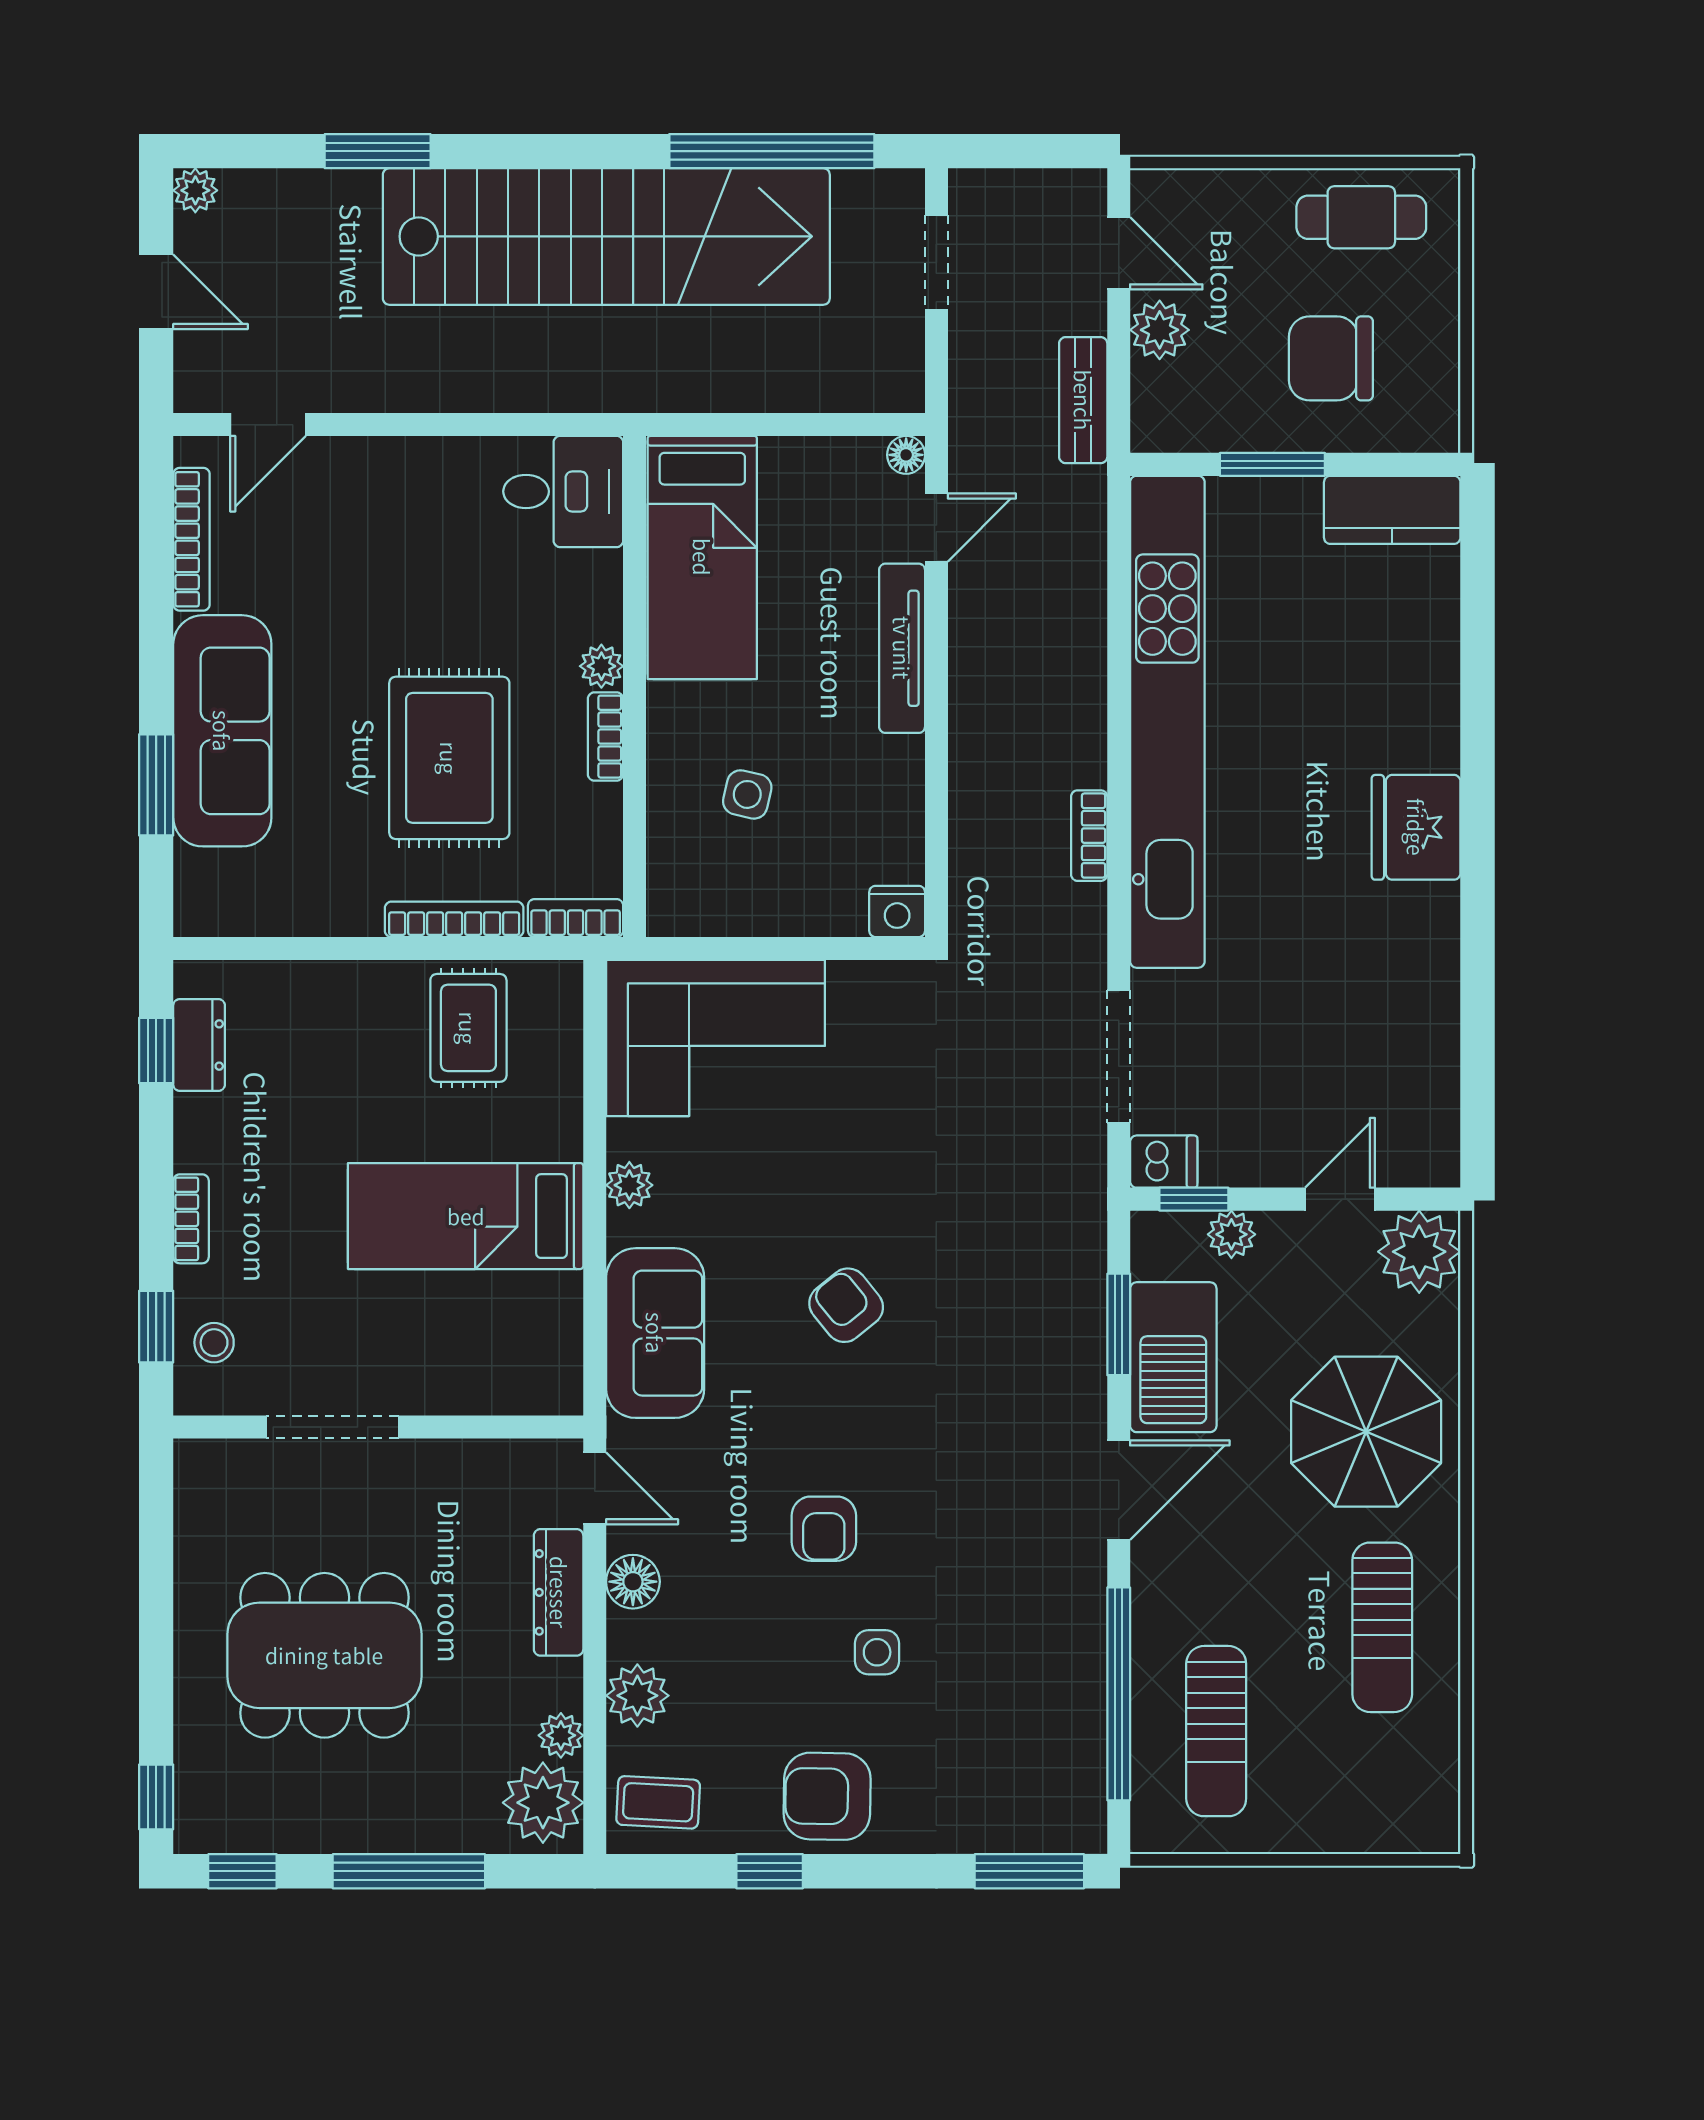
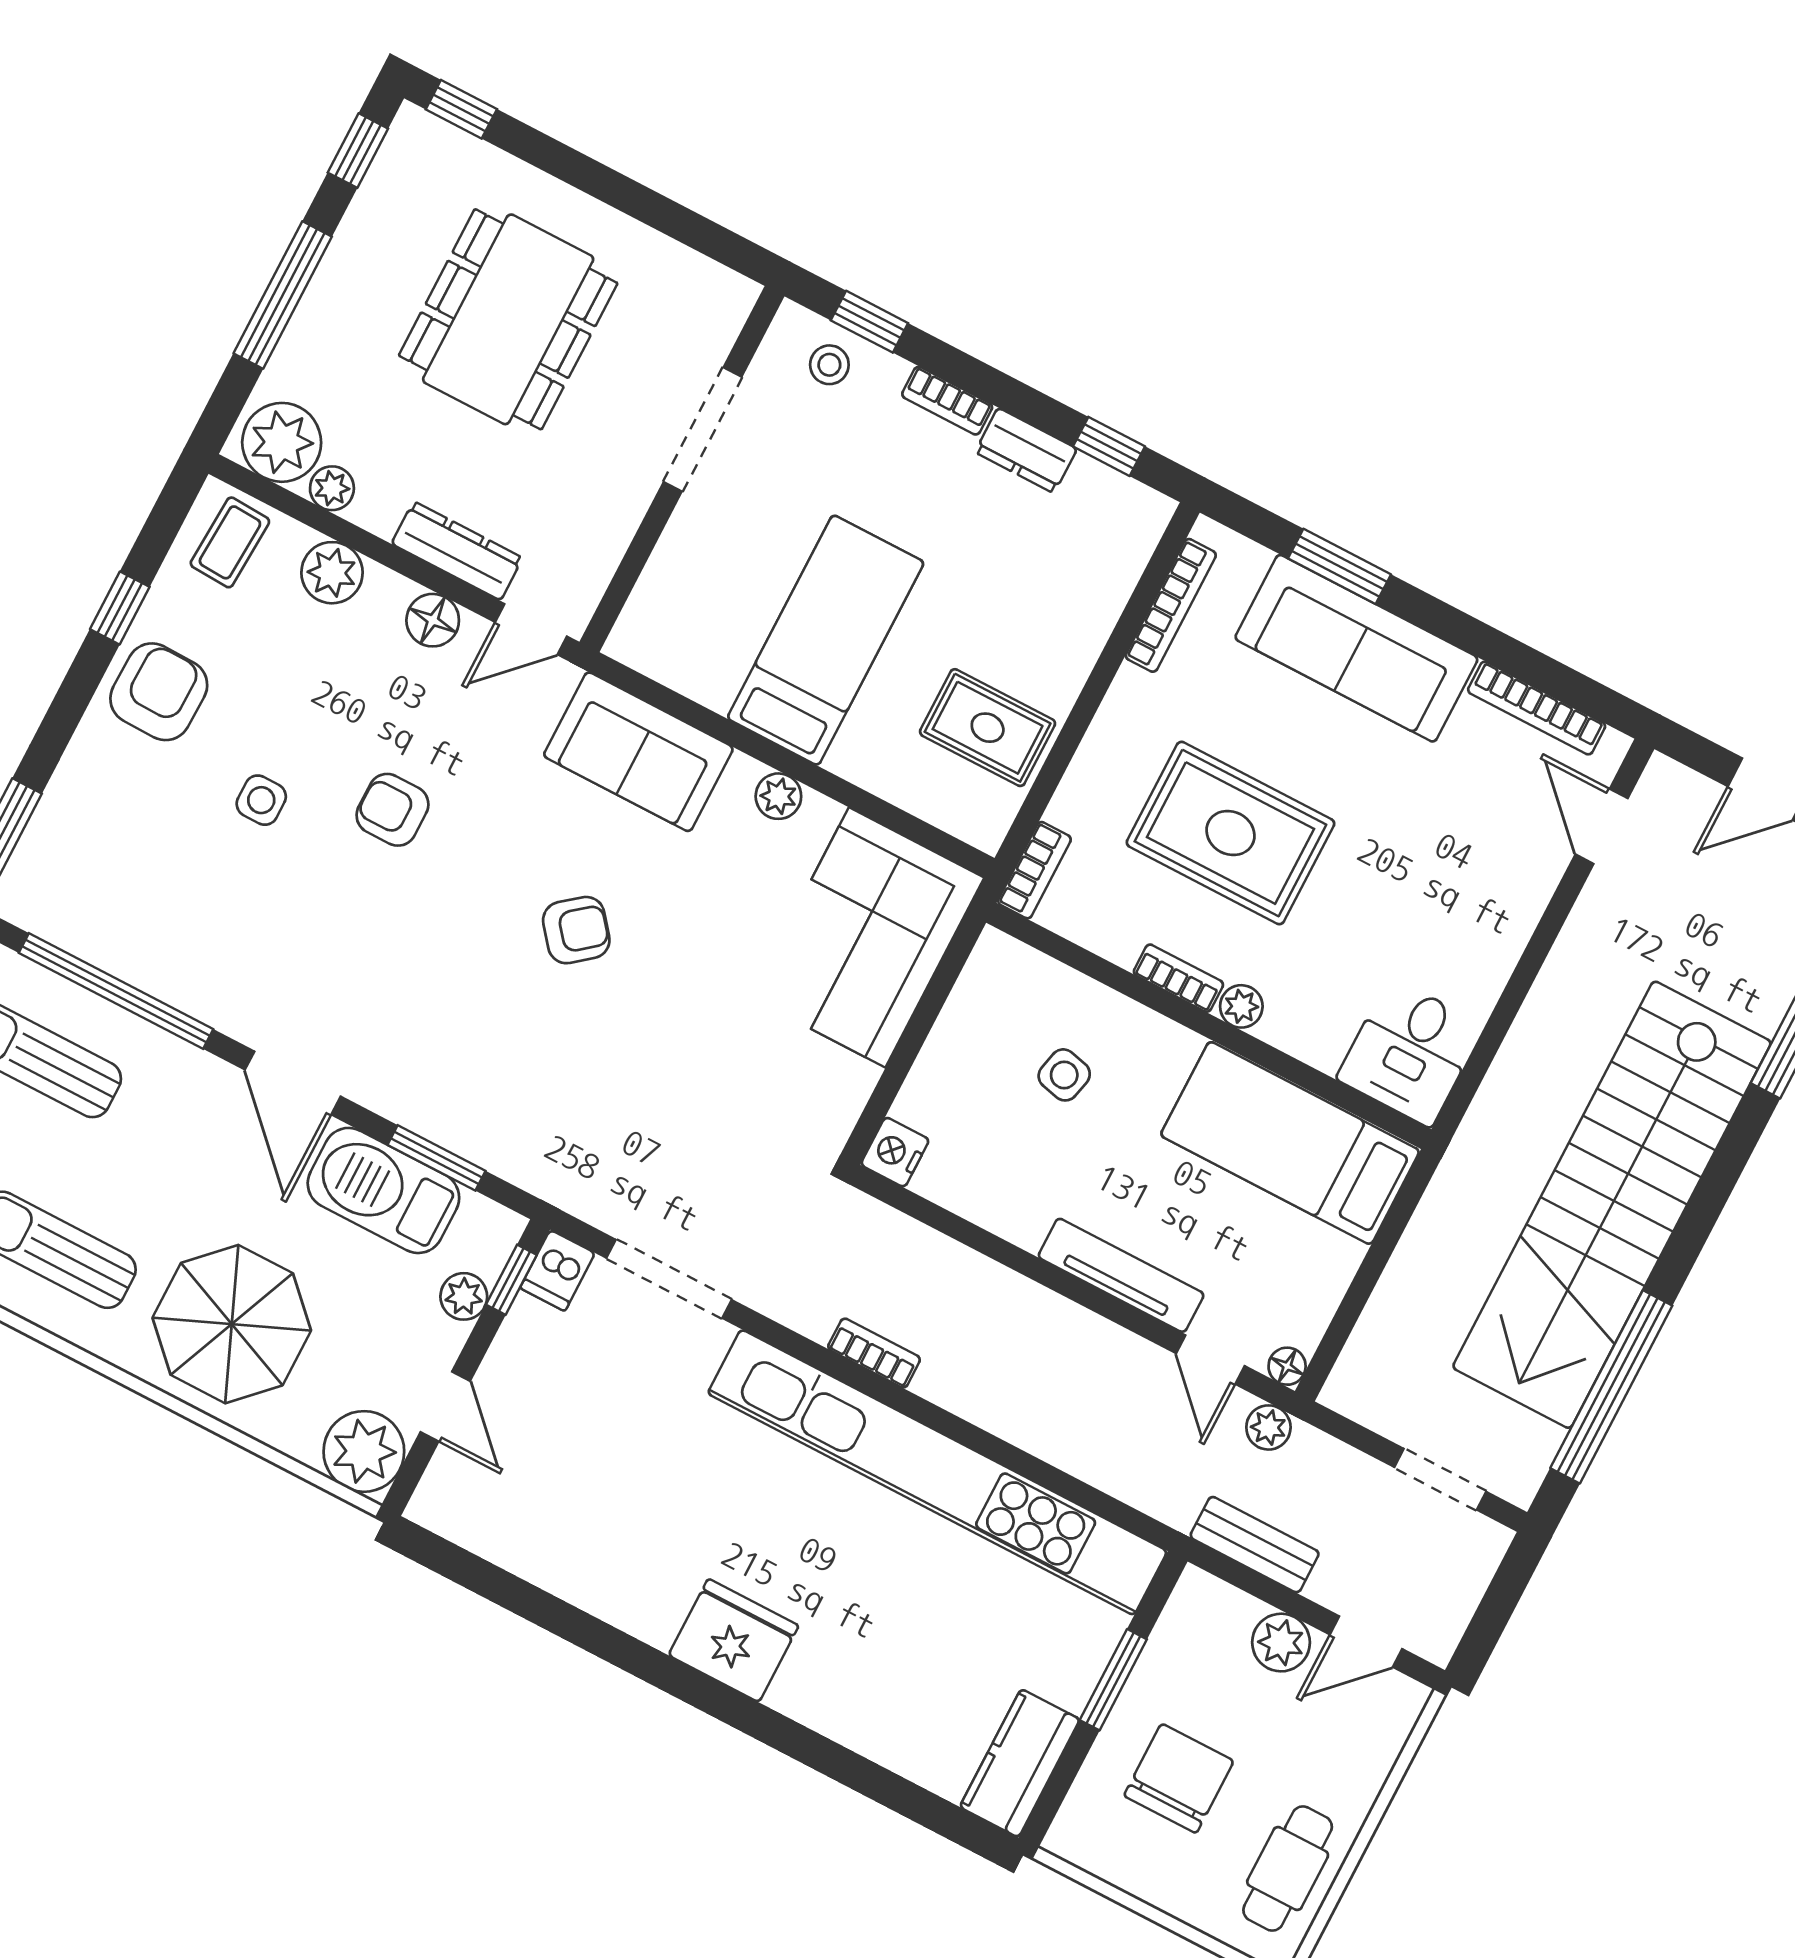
plant: (970, 443) -> (1268, 1427), added
bookcase: (454, 919) -> (1171, 605), moved
dresser: (199, 1045) -> (1026, 451), moved

